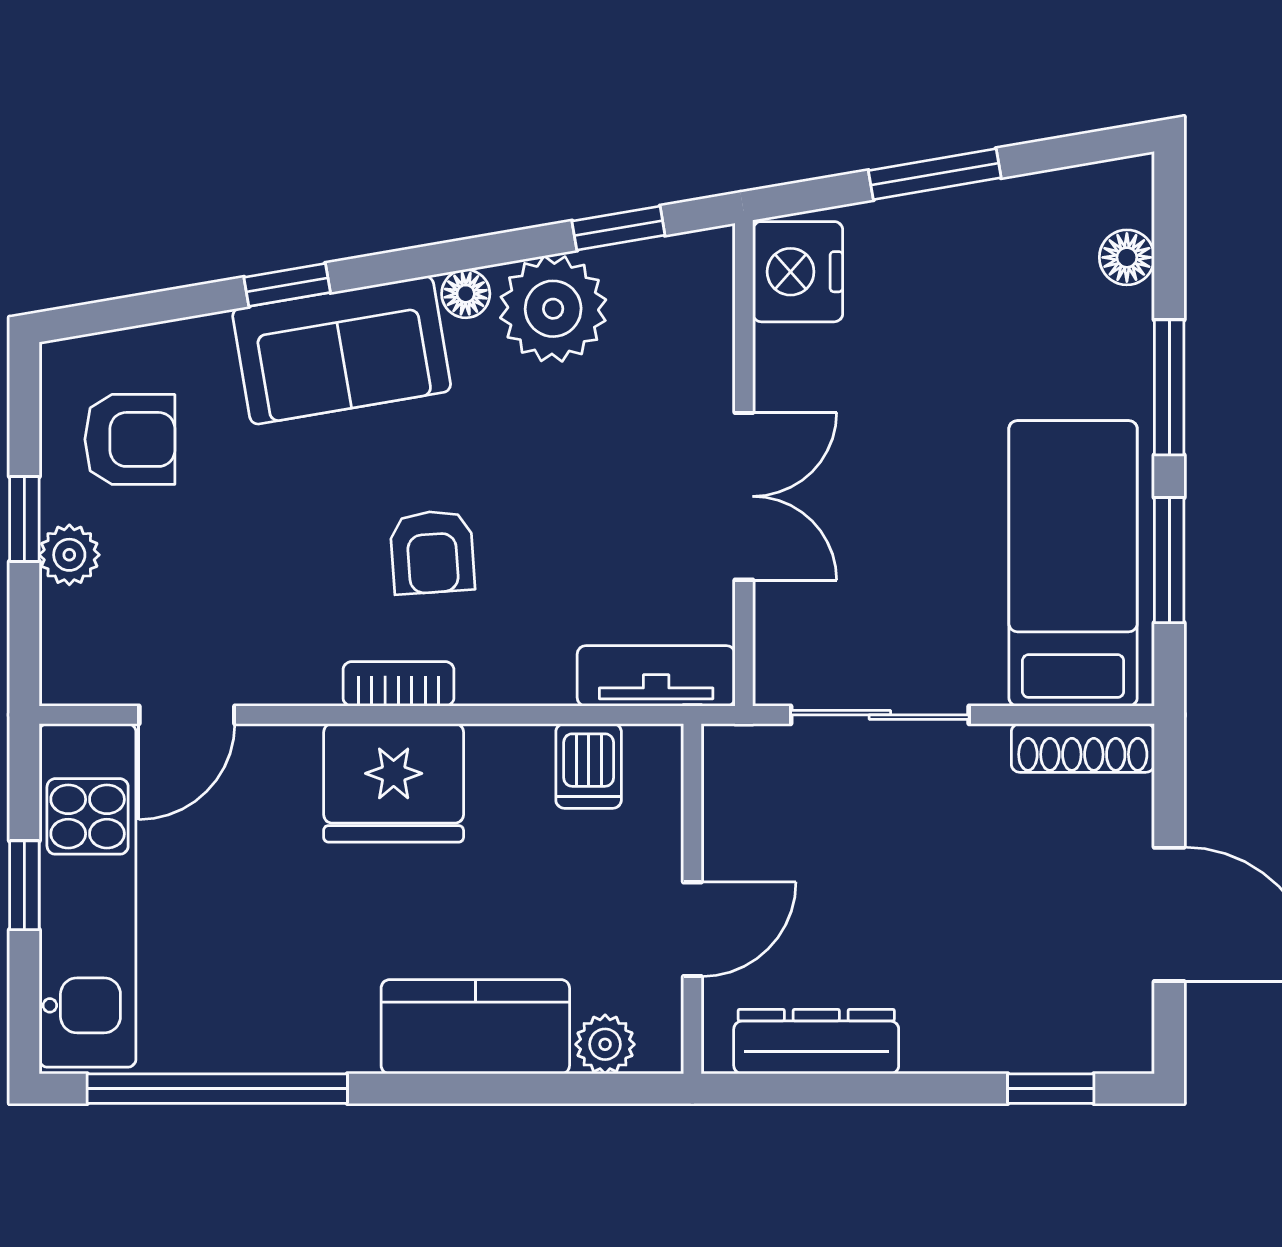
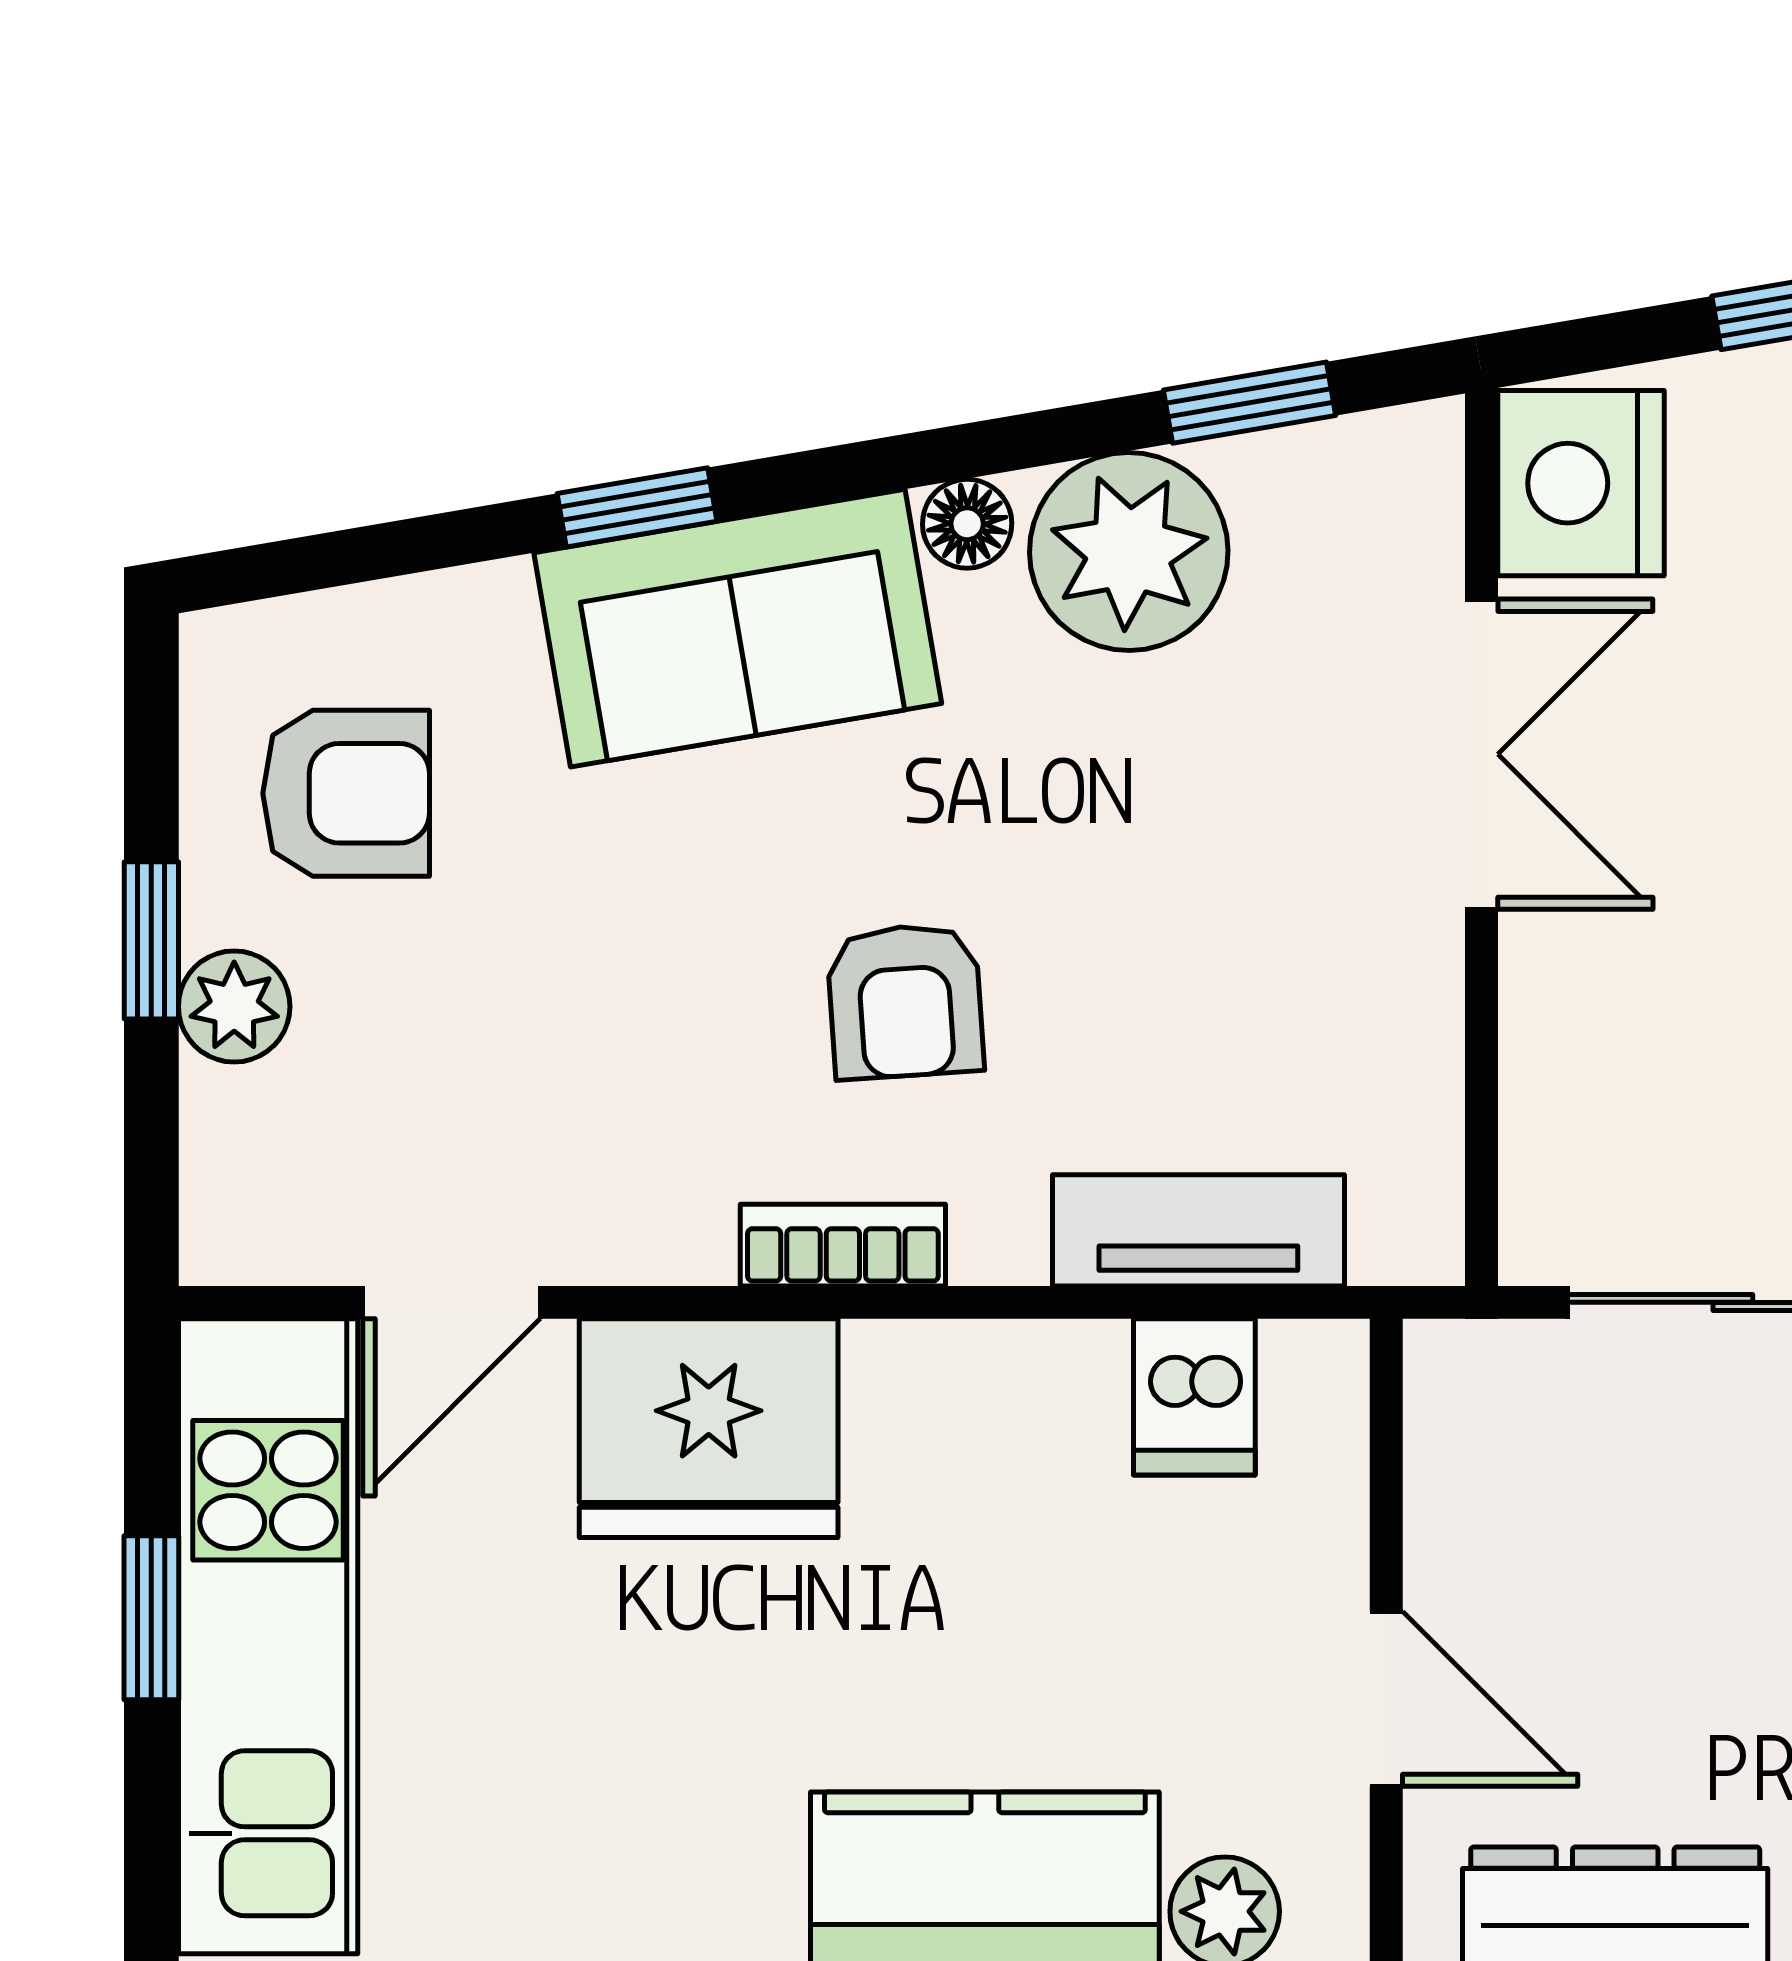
double door: (744, 496) -> (1482, 754), moved
tv unit: (656, 676) -> (1198, 1230), moved
fridge: (394, 783) -> (709, 1428), moved
door: (692, 929) -> (1386, 1699), hinge flipped

